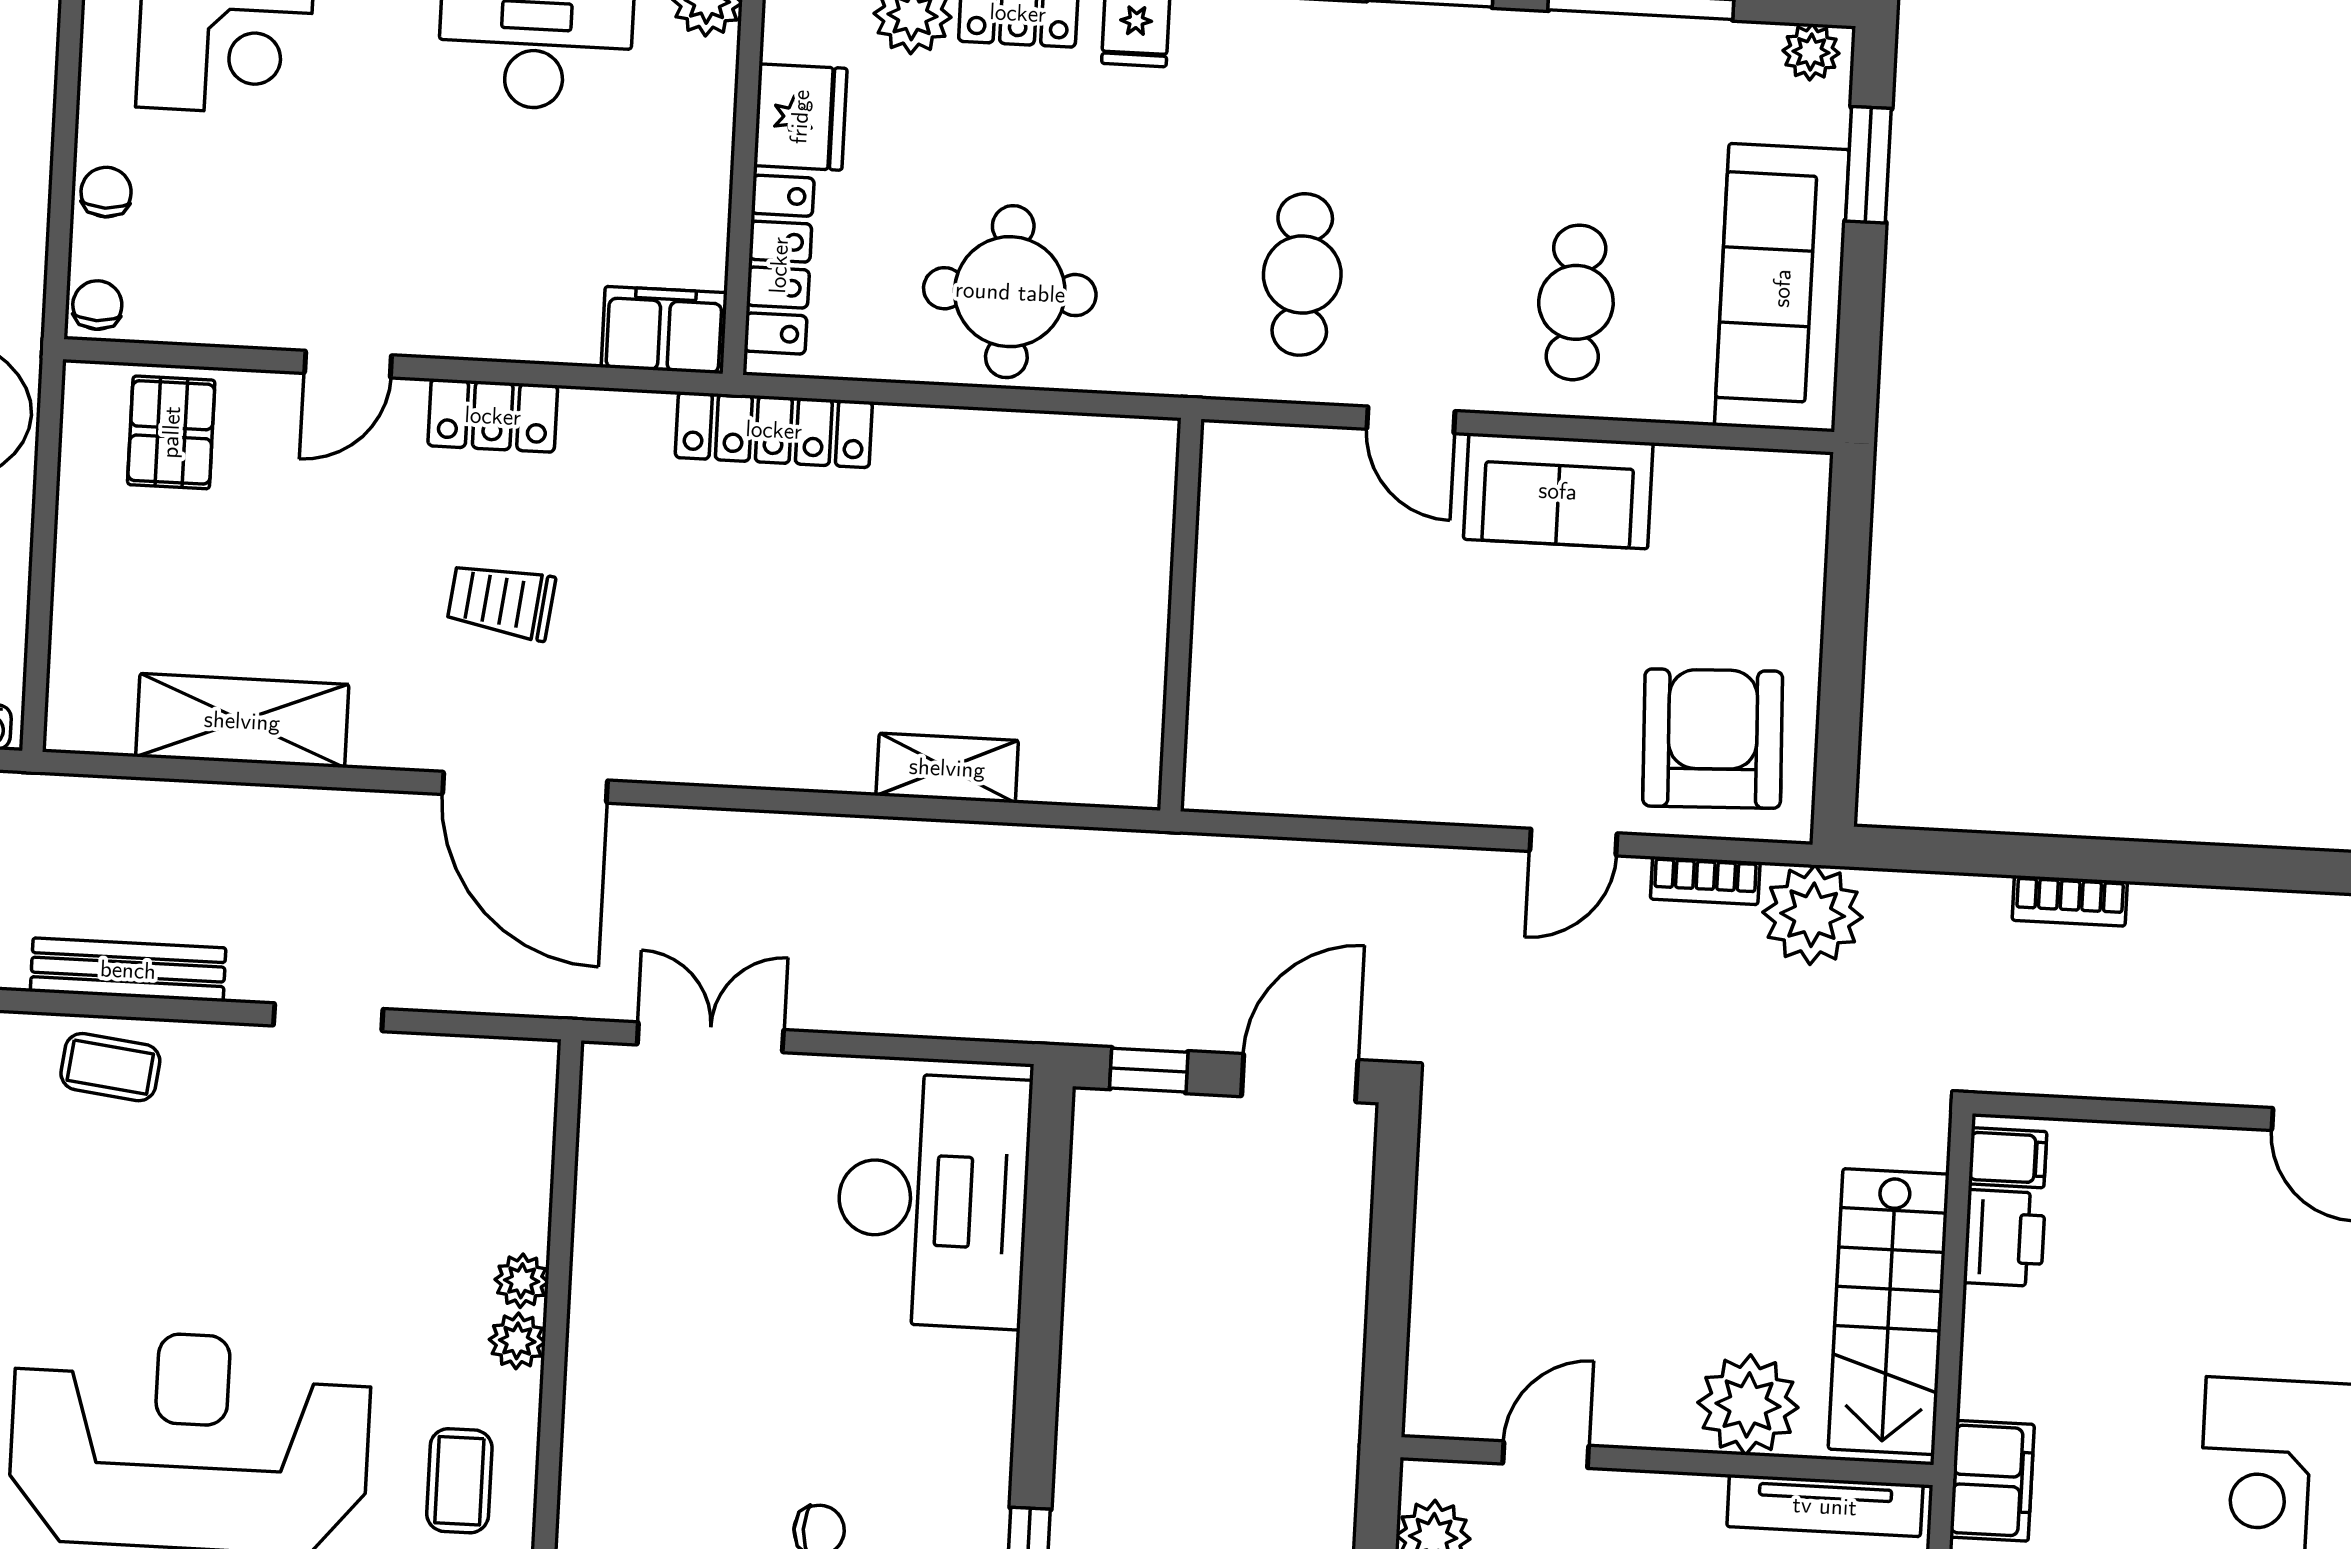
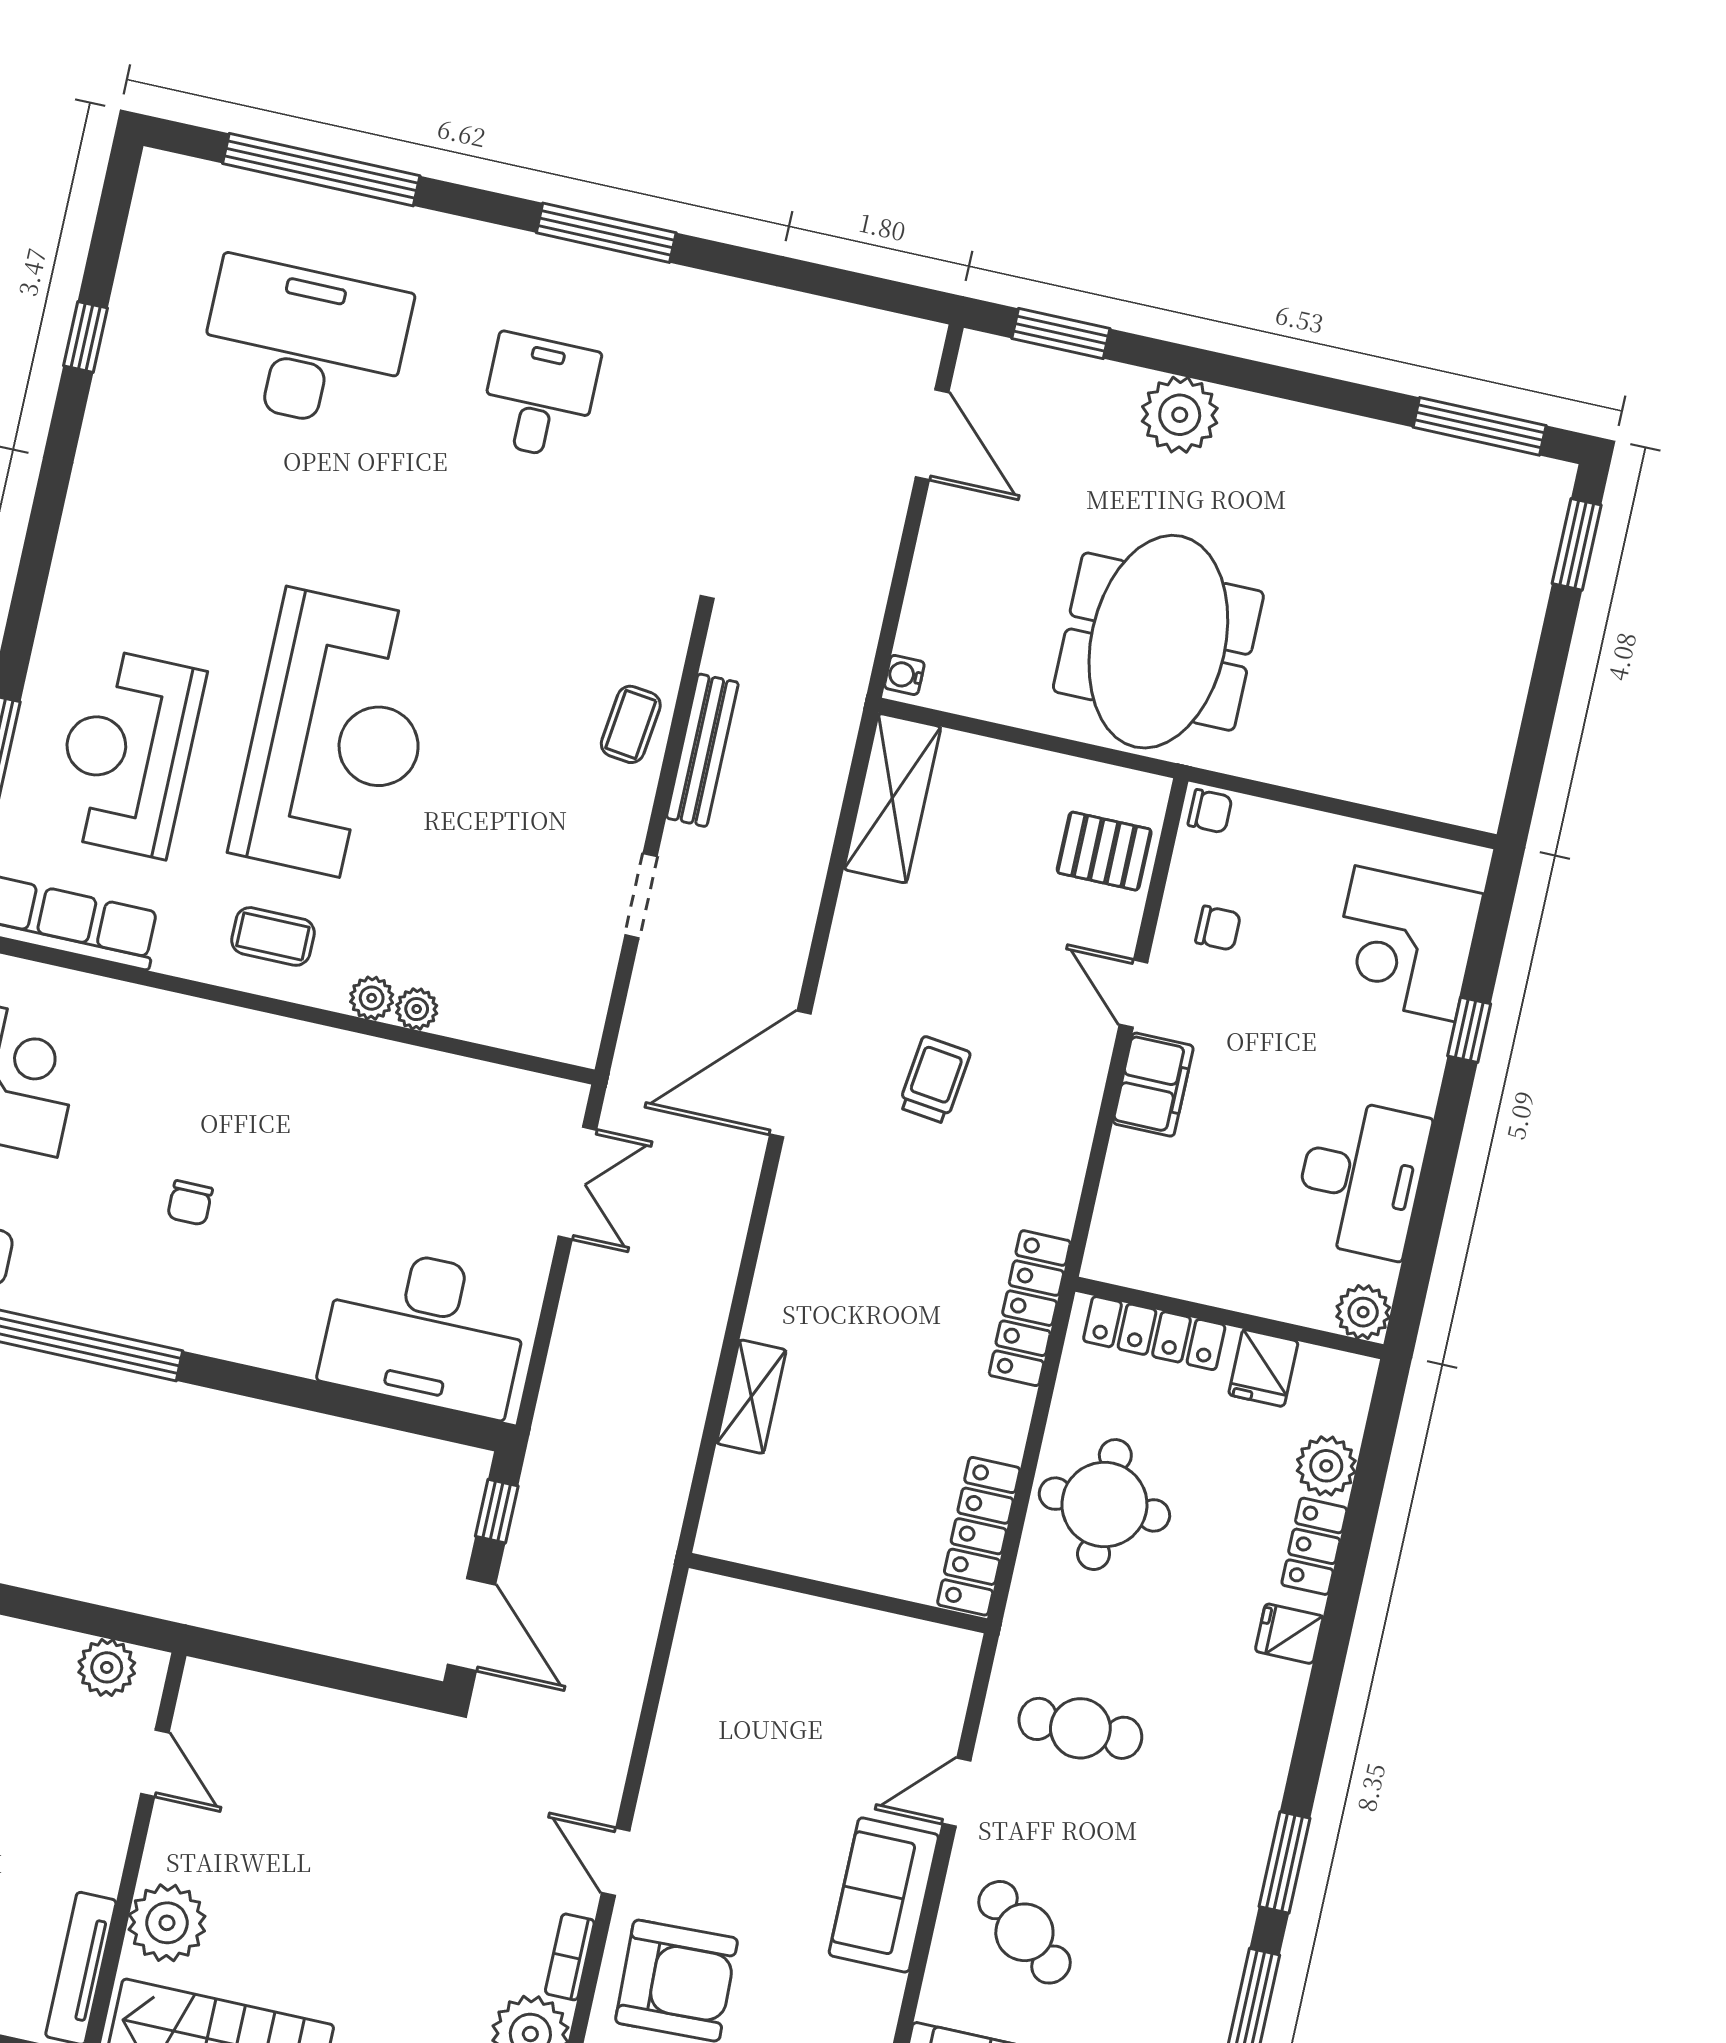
fridge: (800, 117) -> (1263, 1368), width x0.72
chair: (106, 192) -> (1218, 928), moved
cafe table: (1576, 302) -> (1024, 1932), turned 37
filing cabinet: (664, 330) -> (1153, 1085), moved
locker: (493, 416) -> (979, 1536), moved, width x1.53
shelving: (242, 721) -> (892, 798), moved

